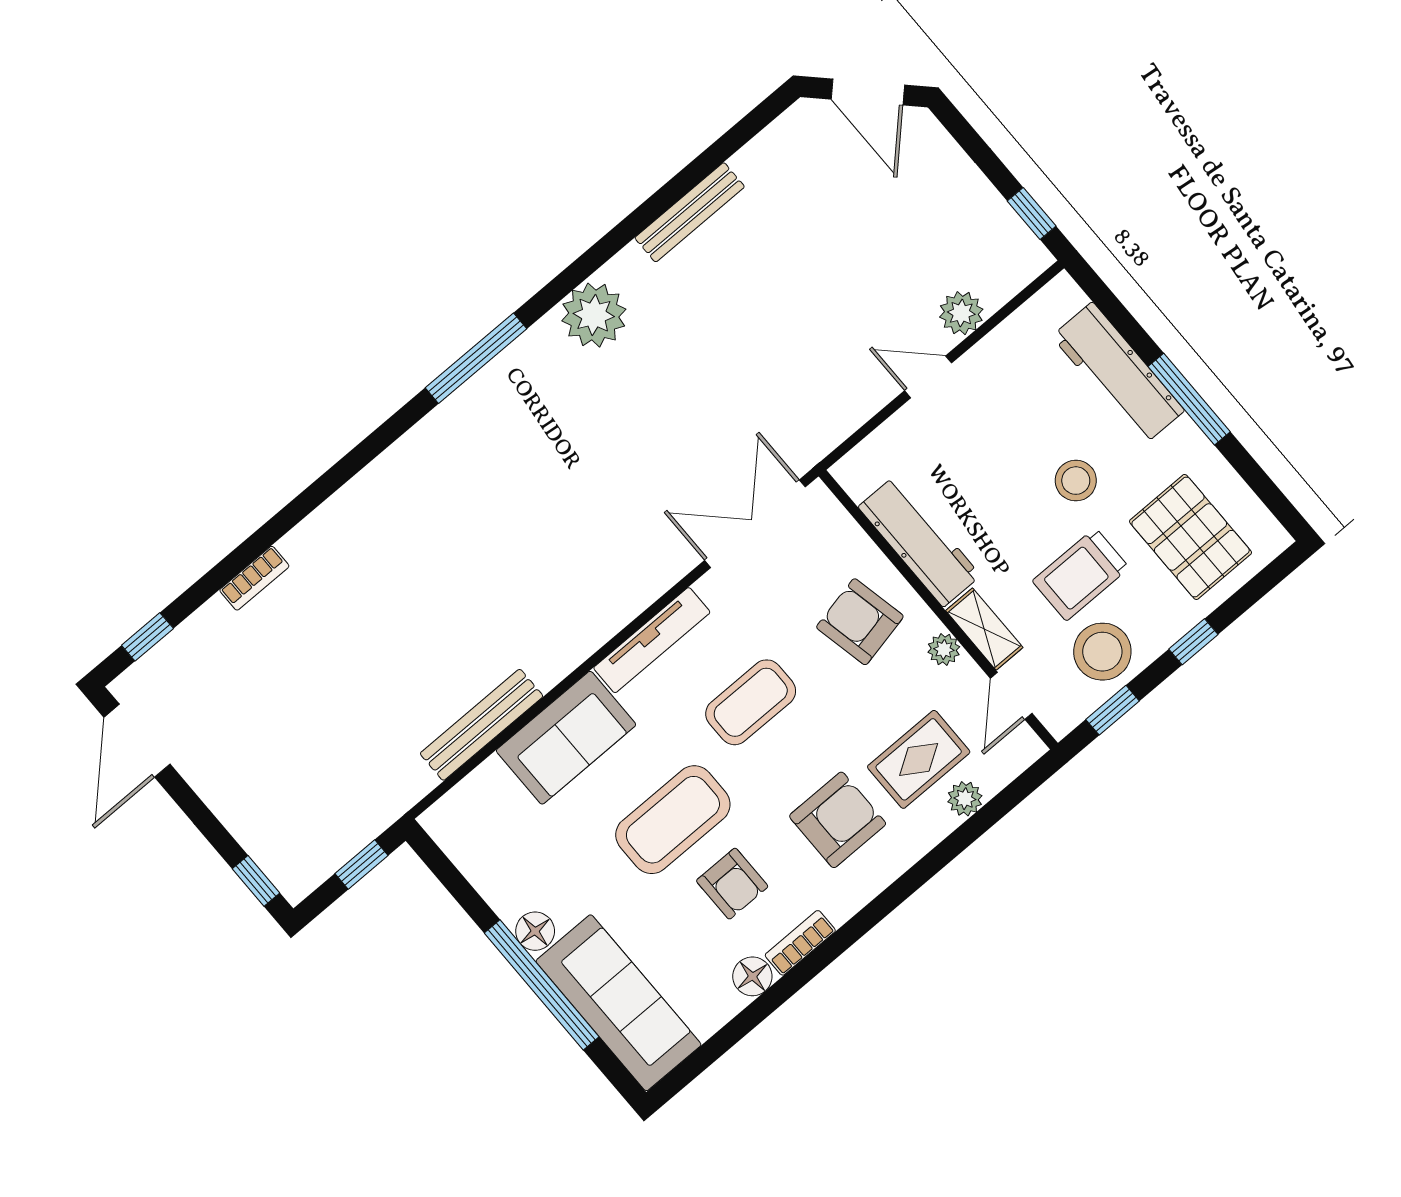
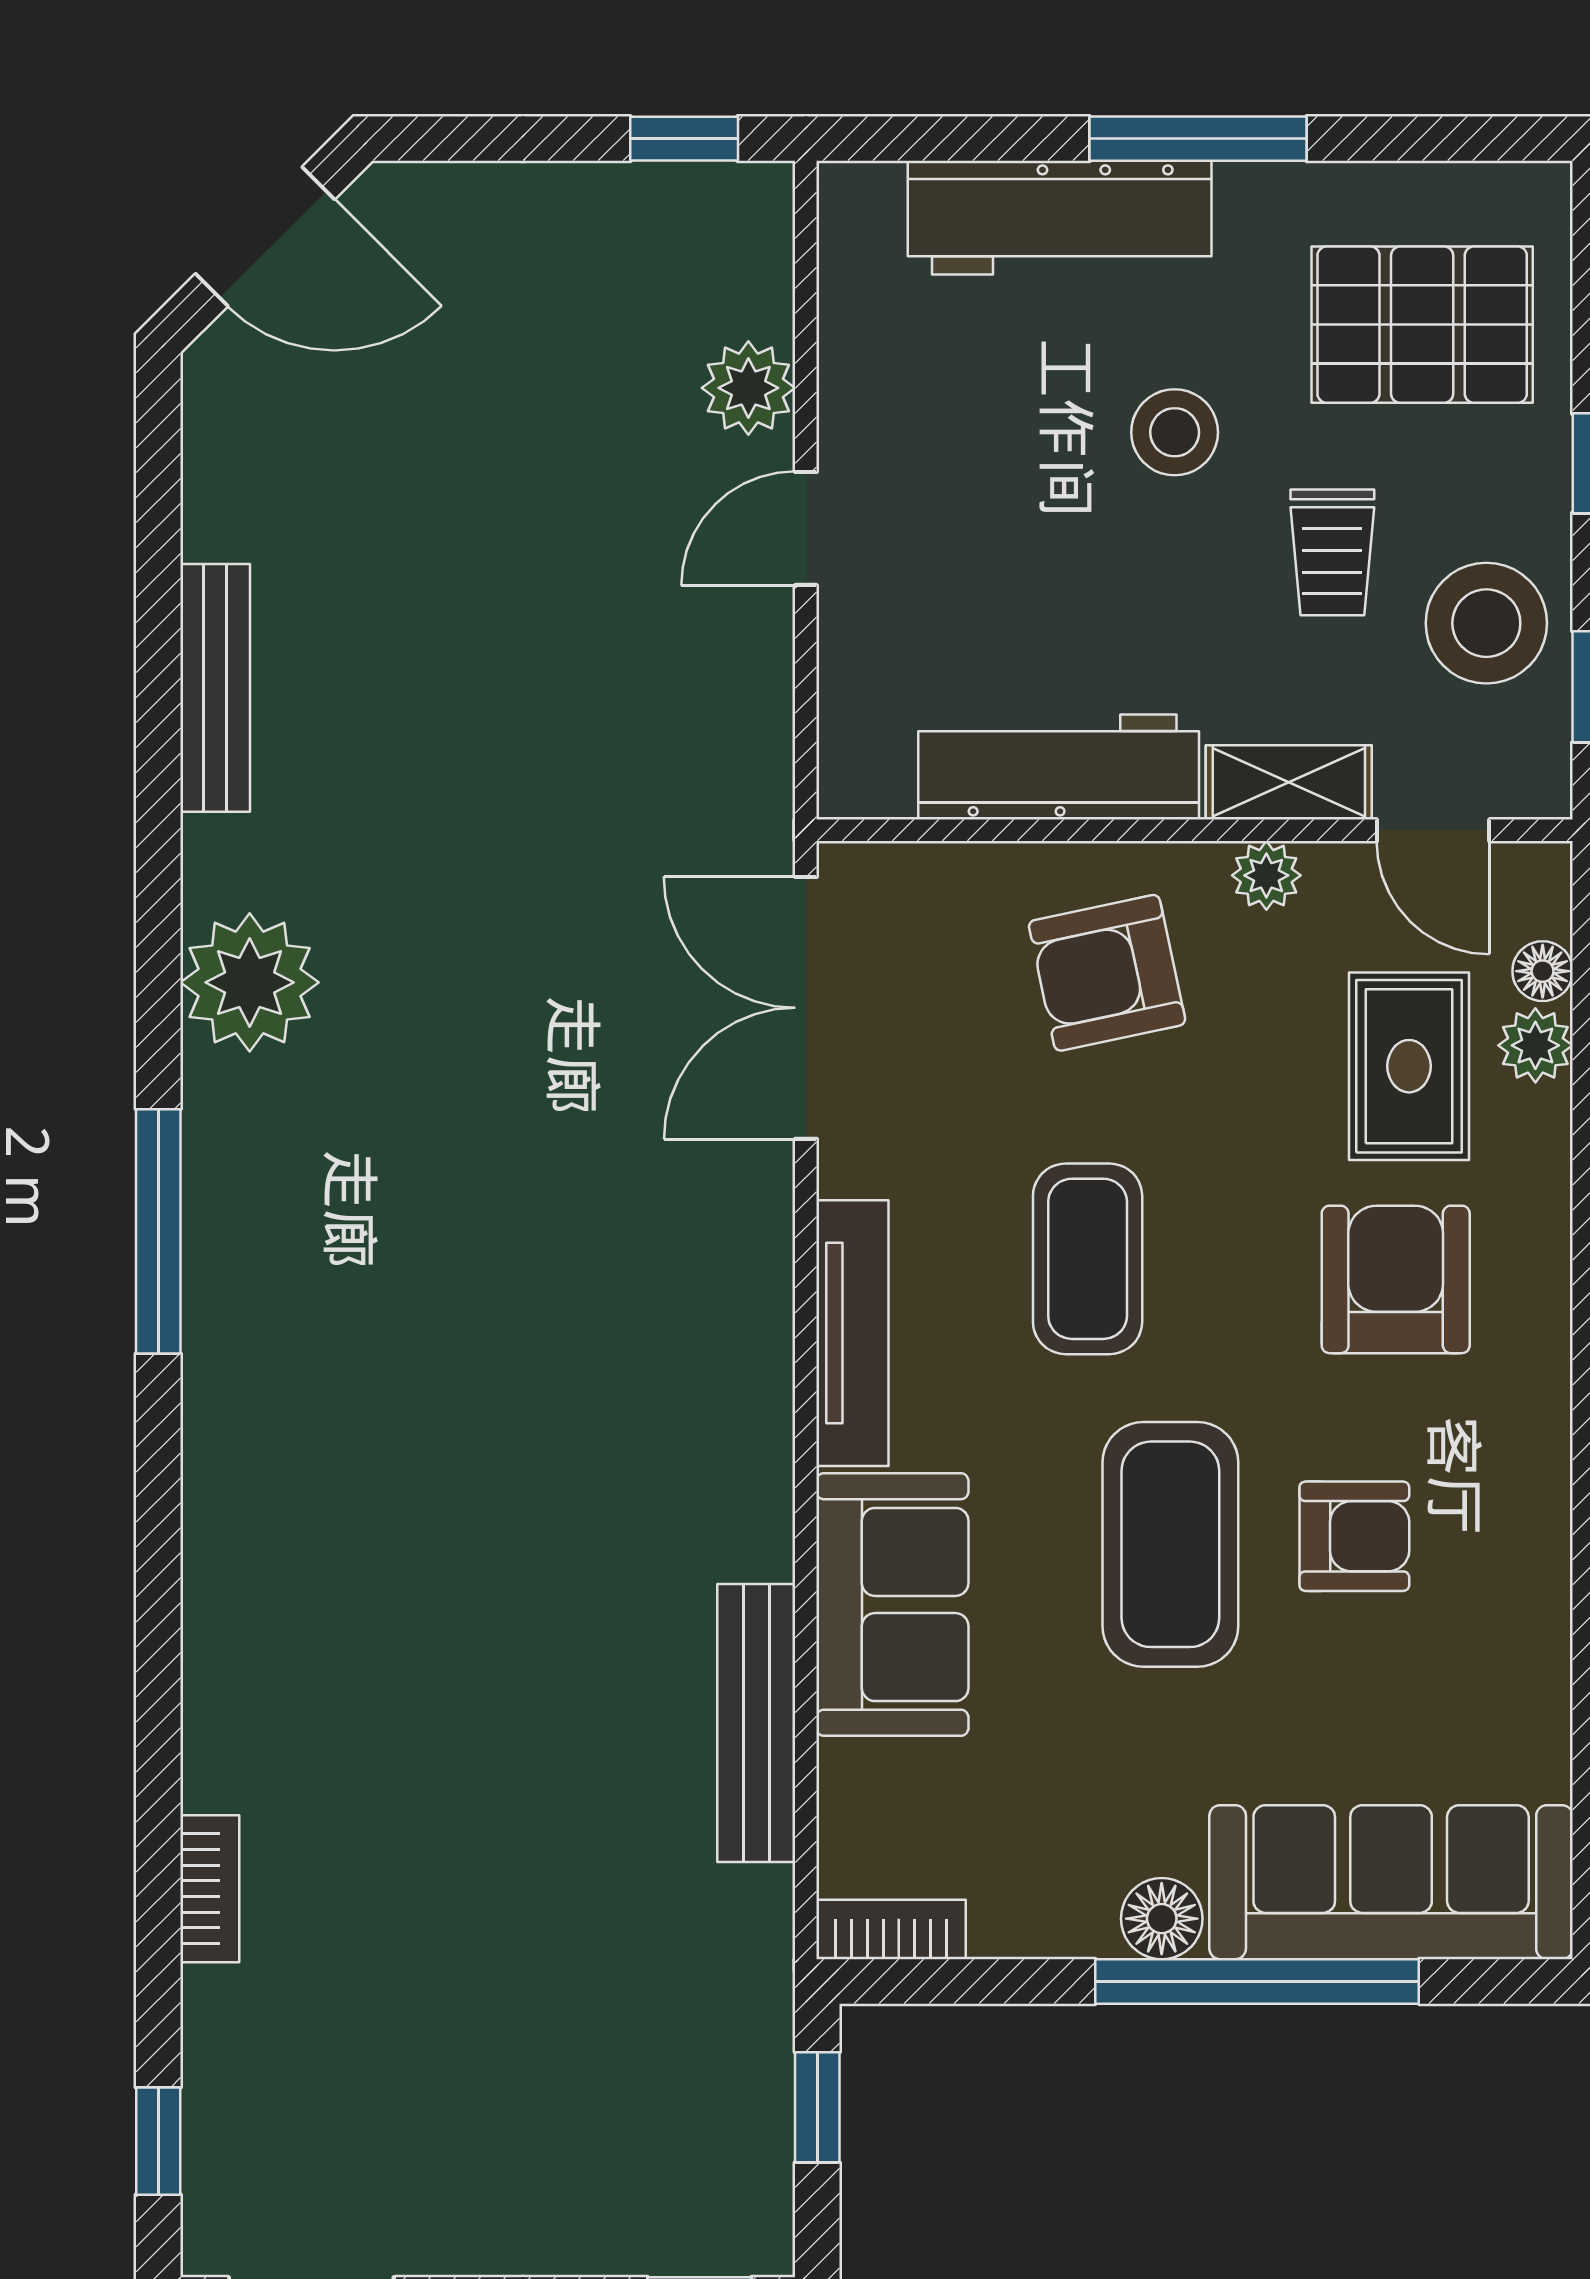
trolley: (1081, 574) -> (1332, 552), width x0.73, depth x0.72
bookcase: (800, 943) -> (891, 1930), moved, turned 90
floor lamp: (752, 976) -> (1543, 971), moved, width x0.73, depth x0.73

